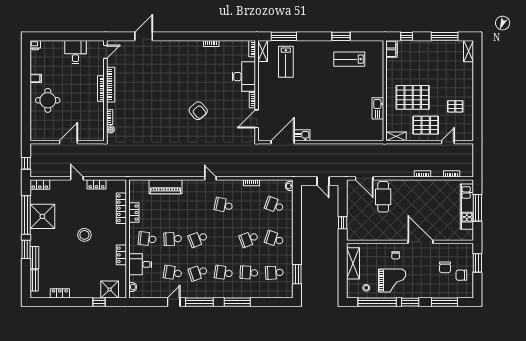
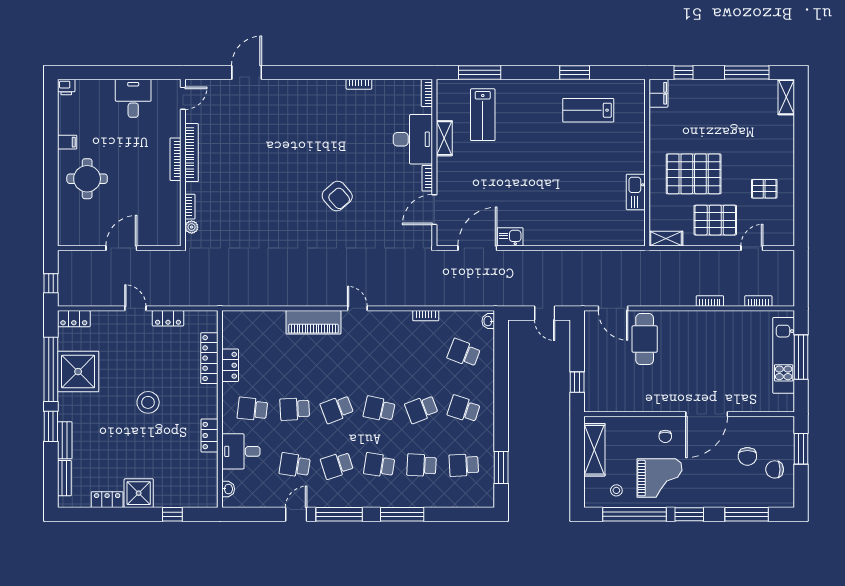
shelving: (263, 51) -> (444, 138), moved
piano: (165, 187) -> (313, 322), moved
school desk: (224, 205) -> (379, 409), moved
door: (420, 242) -> (707, 414), swing flipped
shower: (110, 289) -> (139, 493), moved

